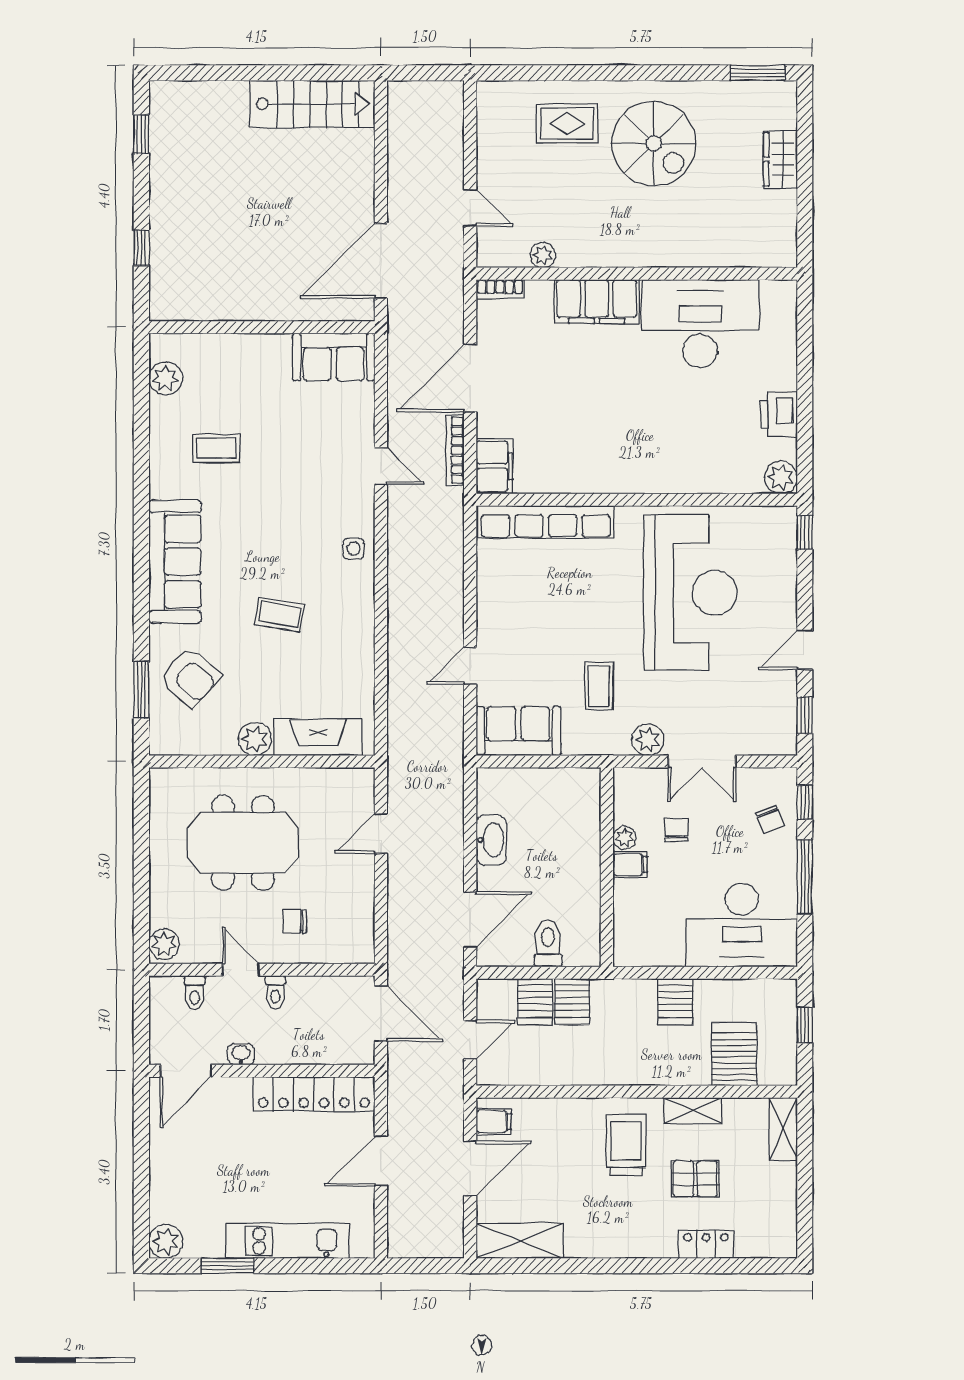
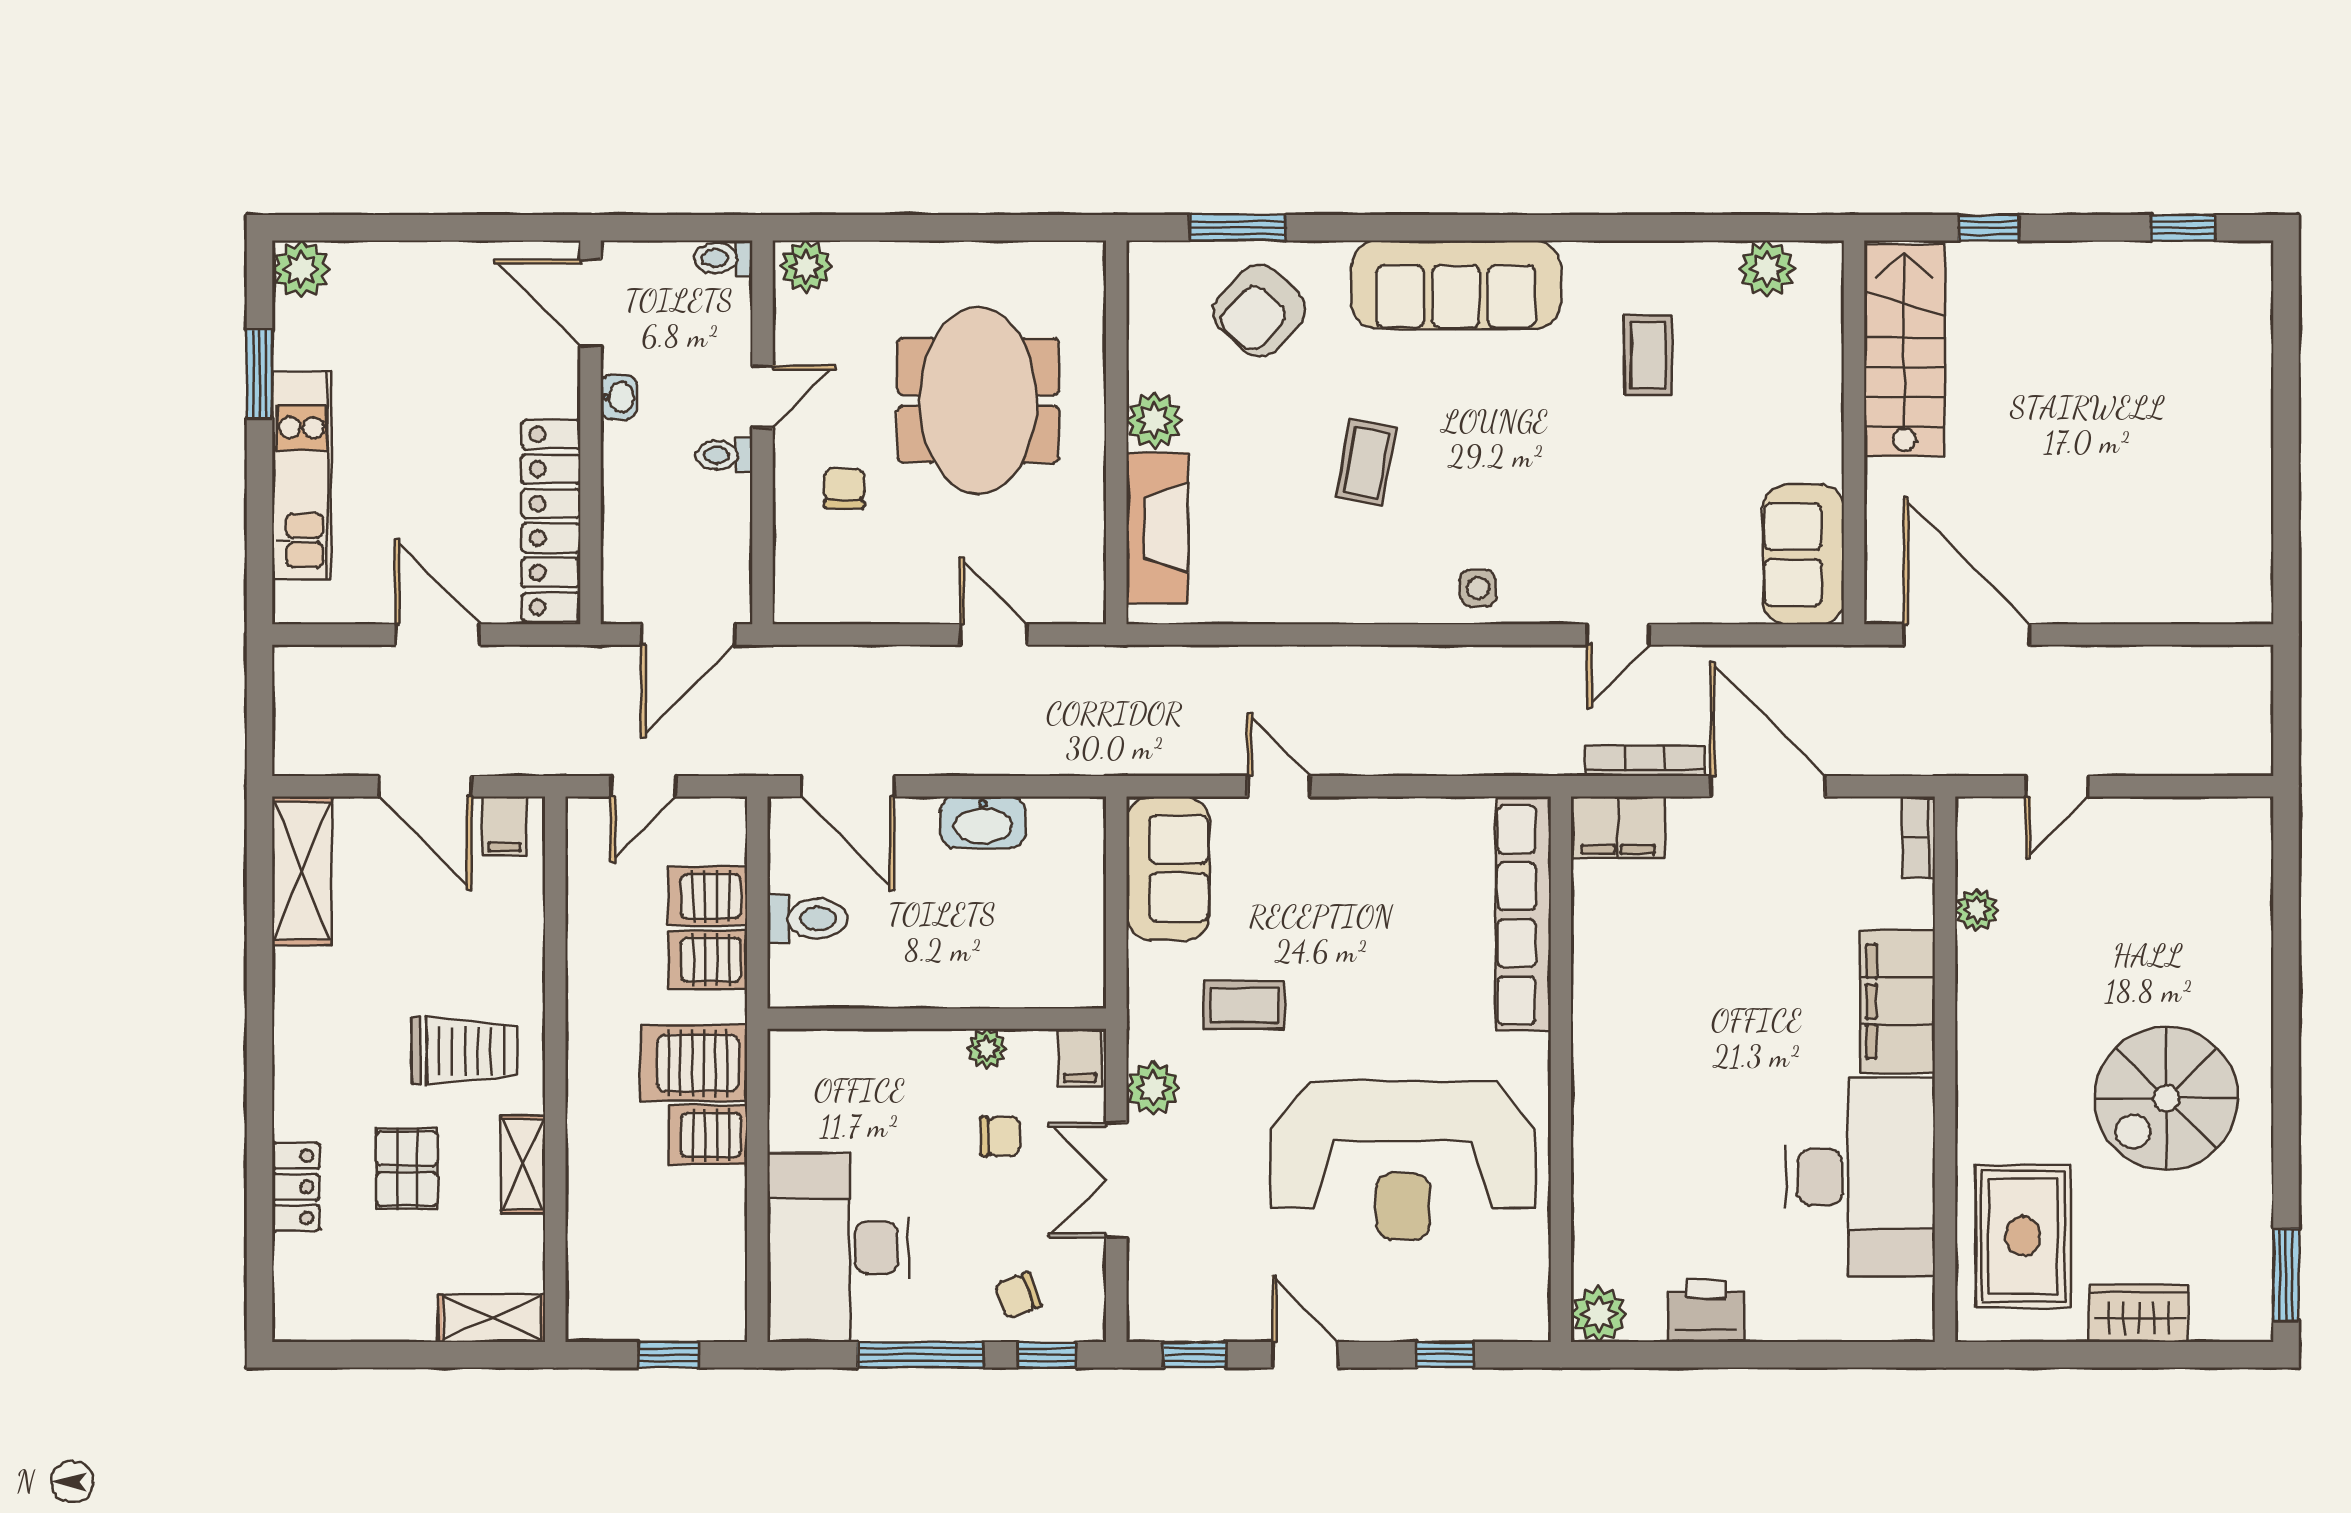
stairs: (312, 104) -> (1904, 350), moved, turned 180
rug: (567, 123) -> (2023, 1236), moved, width x1.36, depth x1.43
window: (805, 532) -> (1445, 1355), moved
filing cabinet: (630, 864) -> (1080, 1058), moved
toilet: (195, 993) -> (723, 258), moved
door: (470, 1040) -> (643, 786), hinge flipped
server rack: (734, 1054) -> (694, 1063), moved, turned 180

